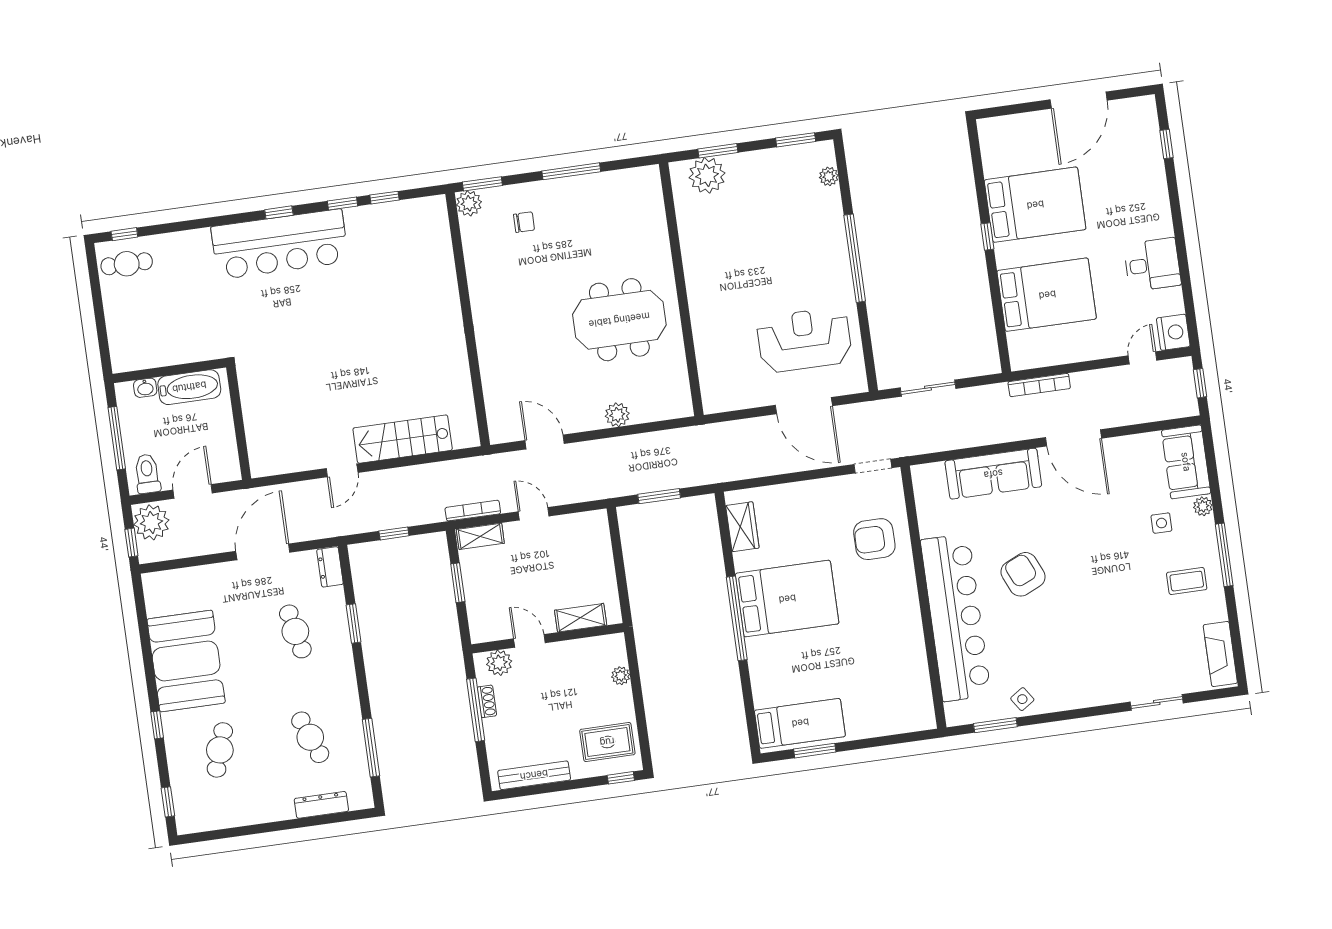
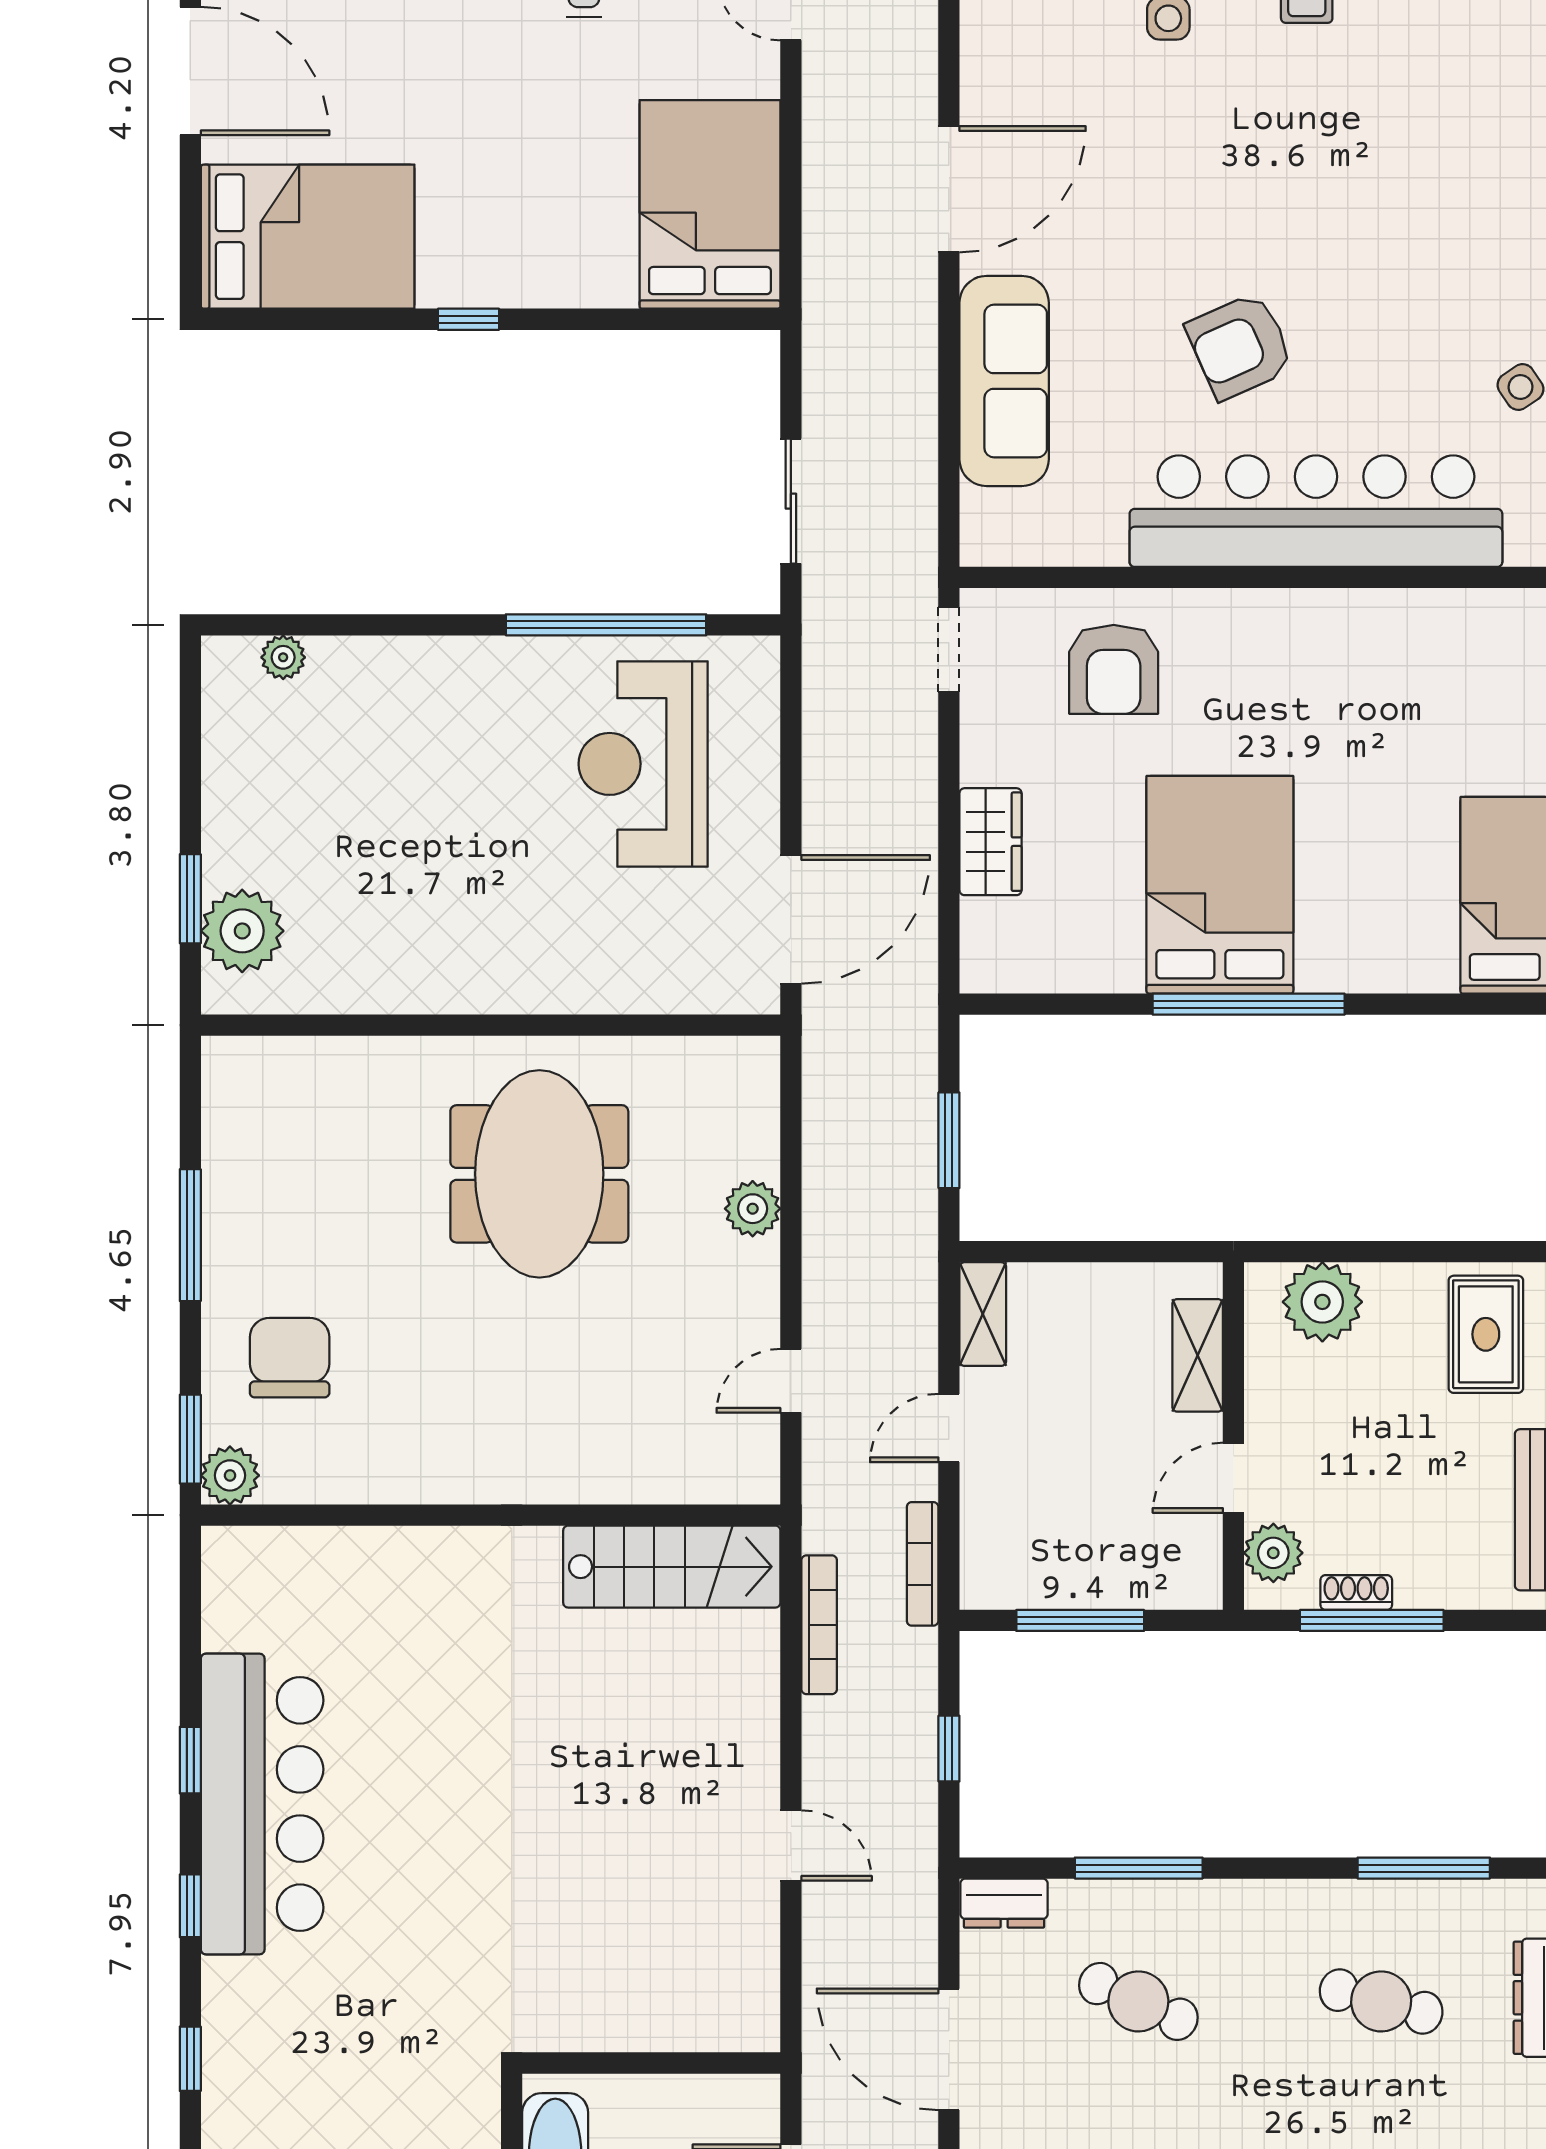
window: (796, 140) -> (190, 720), removed
window: (384, 198) -> (190, 2059), moved
bed: (1035, 205) -> (308, 237), moved, turned 90
chair: (524, 222) -> (290, 1358), width x1.87, depth x1.87
bar counter: (280, 244) -> (262, 1804), moved
window: (855, 258) -> (606, 625), moved
bed: (1047, 295) -> (710, 204), moved
bookcase: (1039, 385) -> (819, 1625), moved
door: (804, 406) -> (791, 919), moved
stairs: (403, 439) -> (672, 1567), moved, turned -90
door: (545, 442) -> (791, 1381), width x0.73
wardrobe: (742, 527) -> (990, 842), moved, turned 90
shelving: (480, 536) -> (983, 1314), moved
window: (458, 583) -> (1080, 1620), width x1.44
window: (354, 623) -> (1139, 1868), width x1.44
cafe table: (295, 631) -> (1138, 2001), turned 36
plant: (621, 676) -> (1322, 1302), width x1.88, depth x1.88
cafe table: (310, 737) -> (1381, 2001), turned 36

